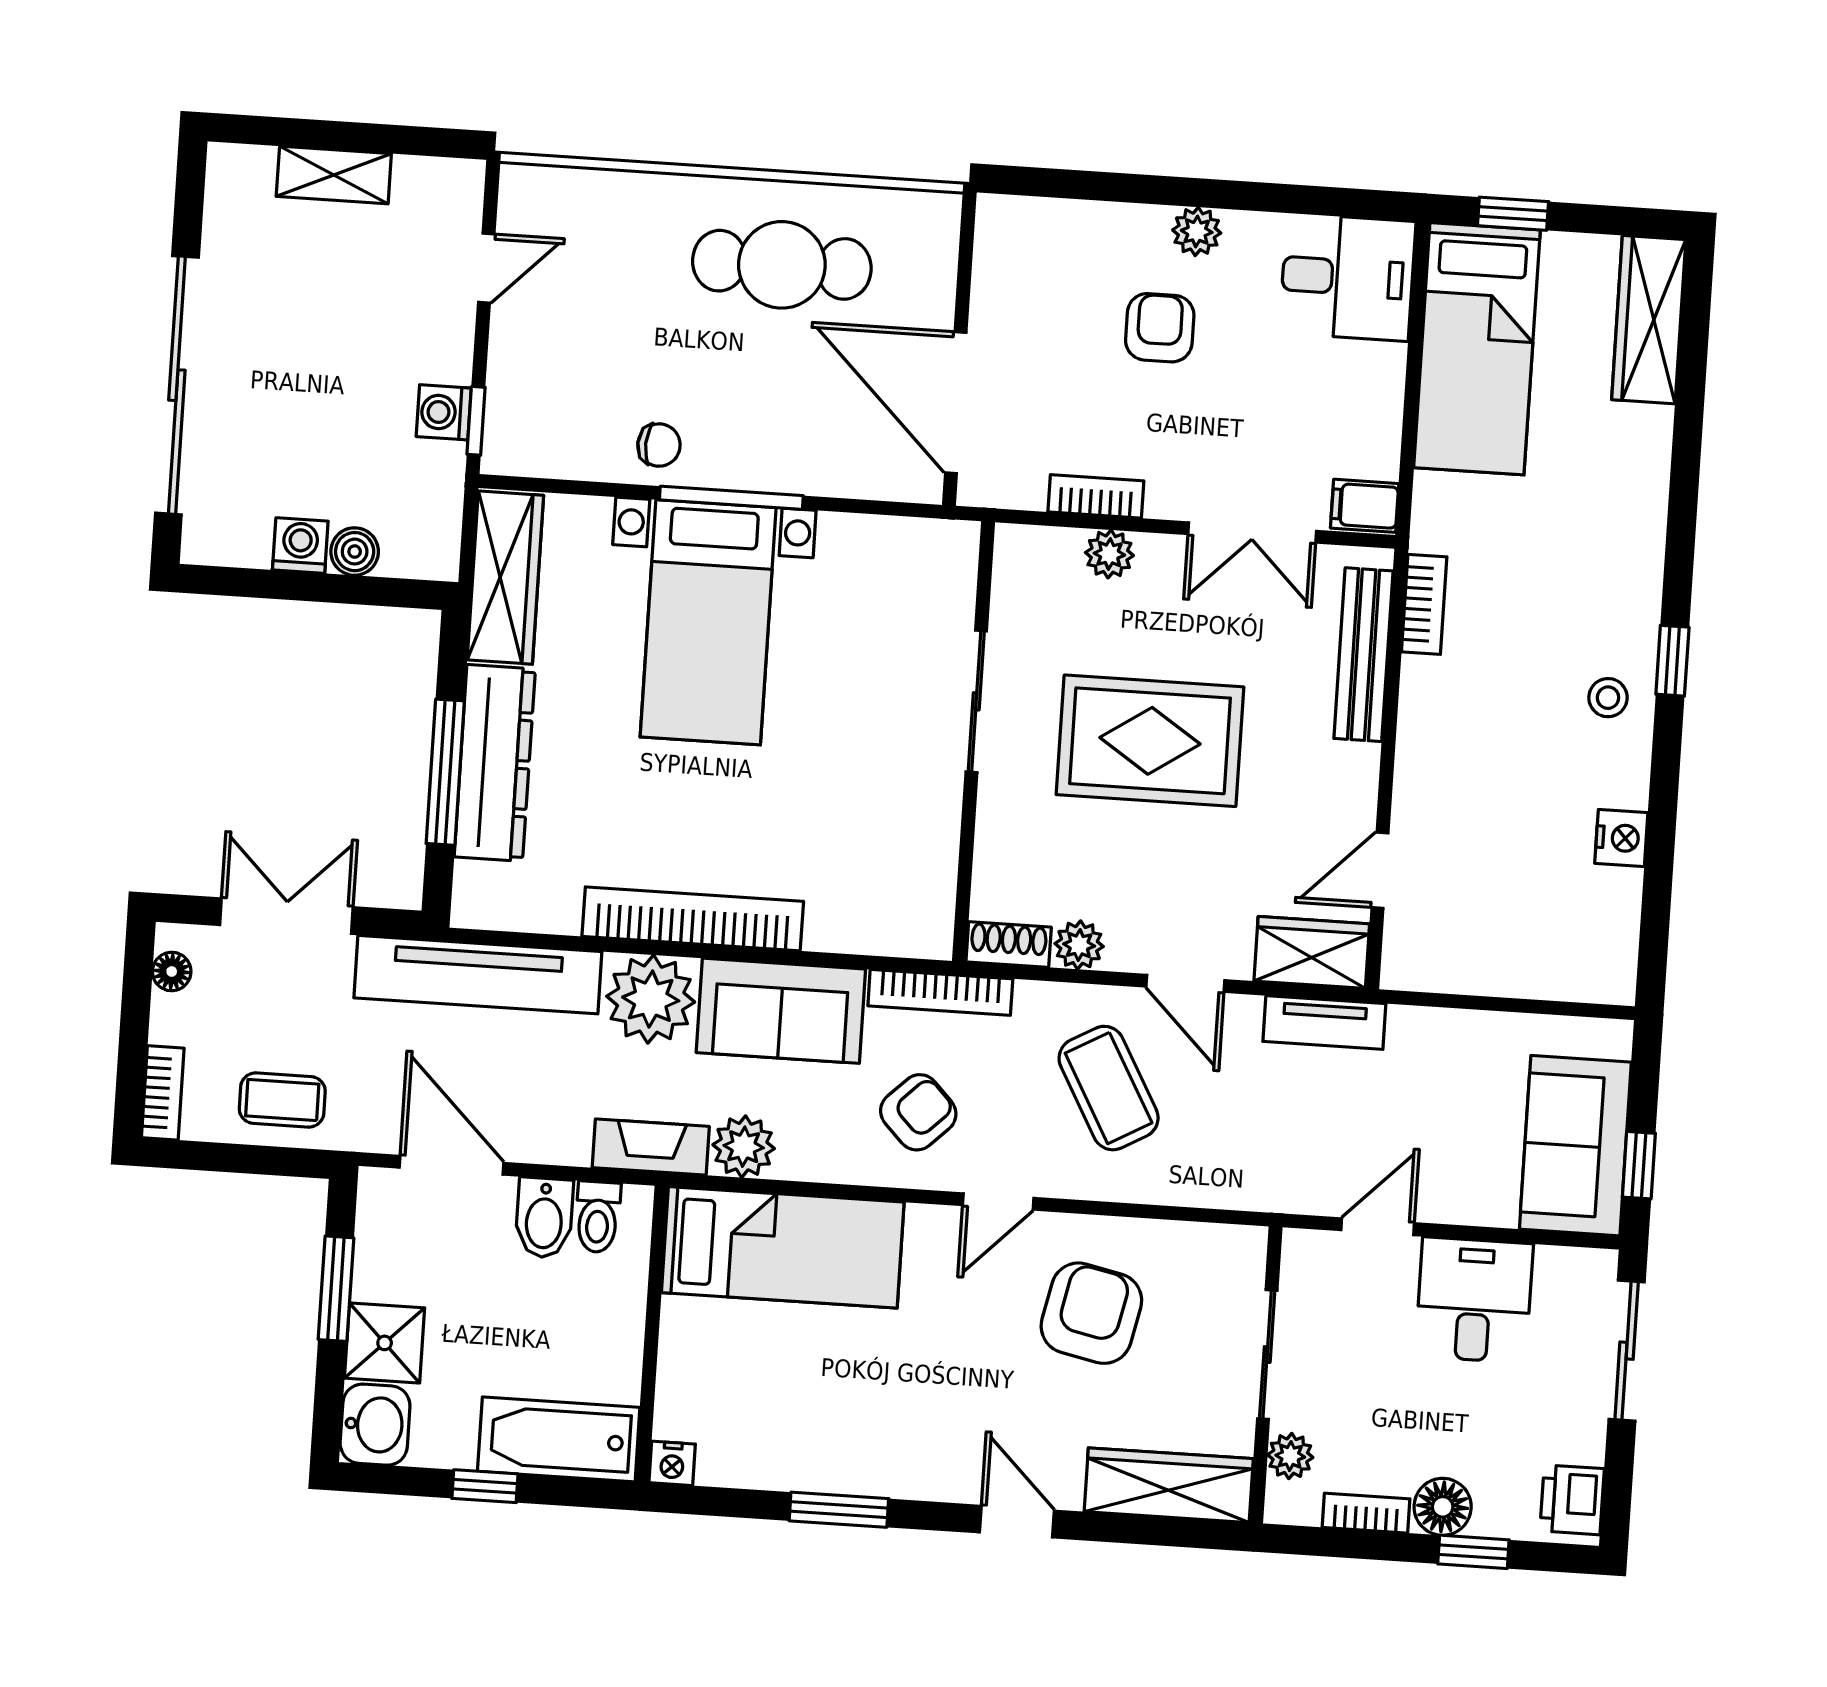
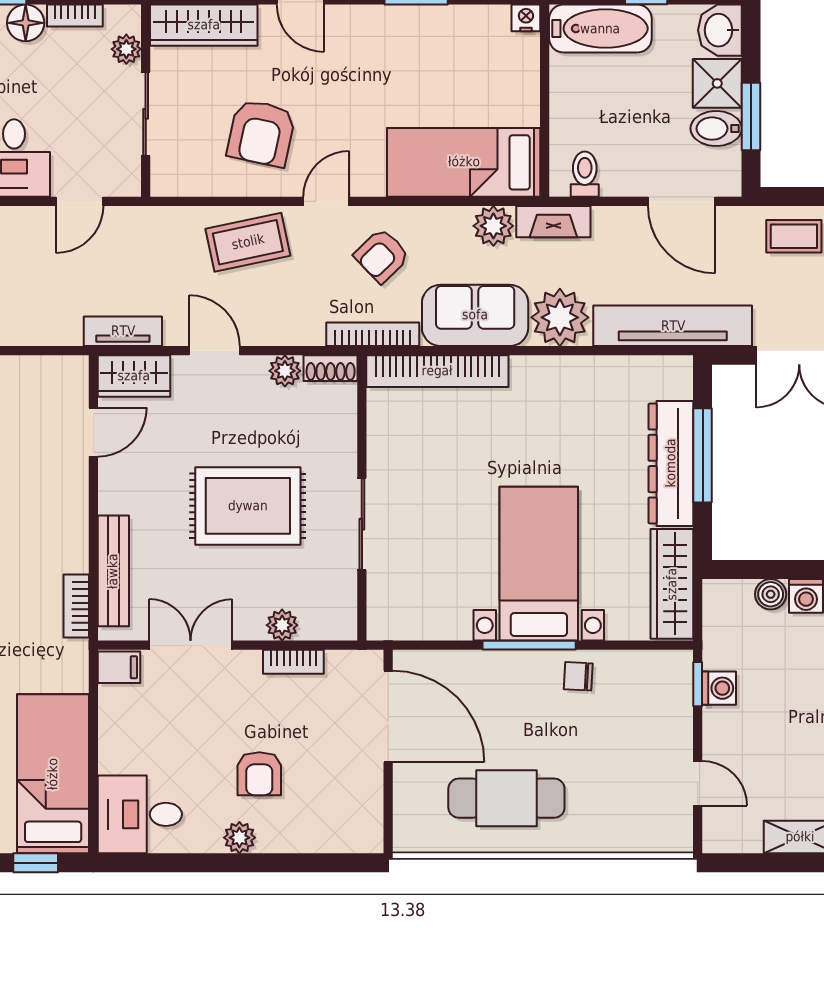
door: (486, 268) -> (698, 783), swing flipped
bookcase: (693, 919) -> (437, 371), moved
coffee table: (1109, 1088) -> (248, 242), moved, turned -73
bidet: (544, 1218) -> (716, 129), moved, turned -90

